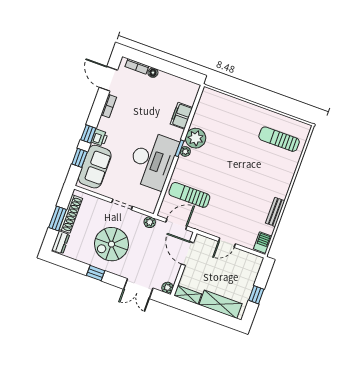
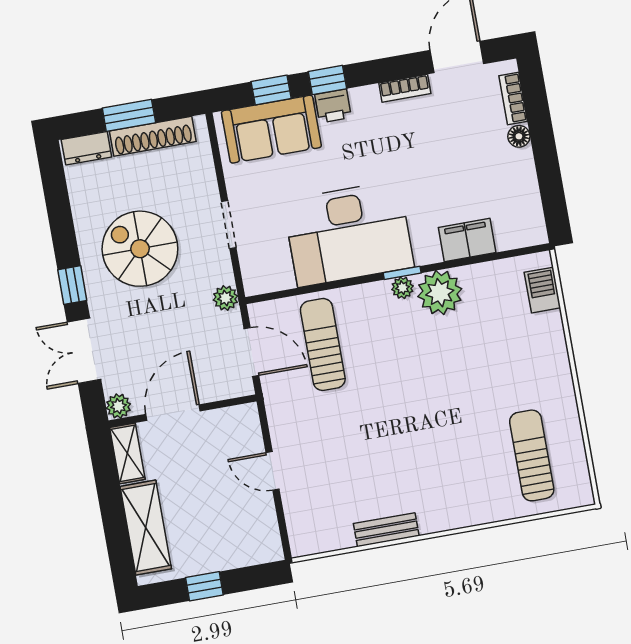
barbecue: (263, 243) -> (542, 290), moved, turned -90
door: (188, 253) -> (173, 413), moved
window: (96, 273) -> (72, 285), moved

